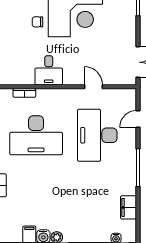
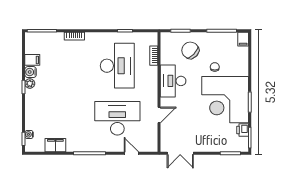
chair: (18, 50) -> (190, 50), added
desk: (49, 70) -> (173, 81), width x1.37
desk: (36, 135) -> (117, 66), turned 180

